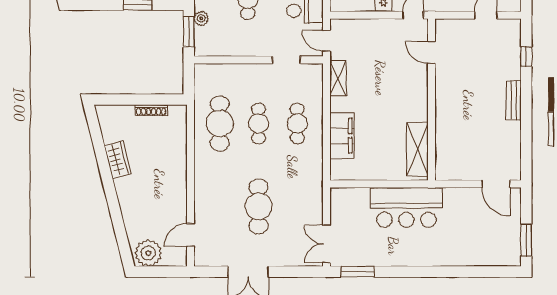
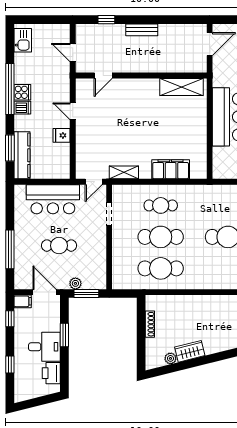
door: (432, 53) -> (103, 76), moved
wall: (432, 100) -> (141, 76), moved
cafe table: (259, 123) -> (161, 237), width x1.37, depth x1.35
plant: (109, 136) -> (170, 358), added
shelving: (417, 149) -> (181, 87), moved

